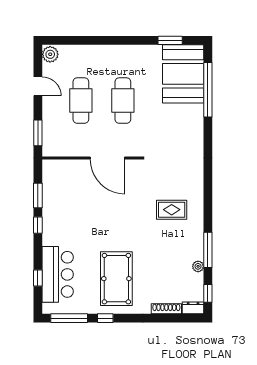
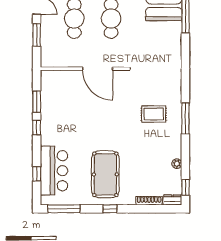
window: (38, 133) -> (37, 35), moved
window: (208, 250) -> (185, 118), moved
window: (105, 318) -> (110, 209), moved

